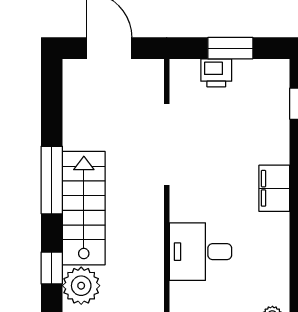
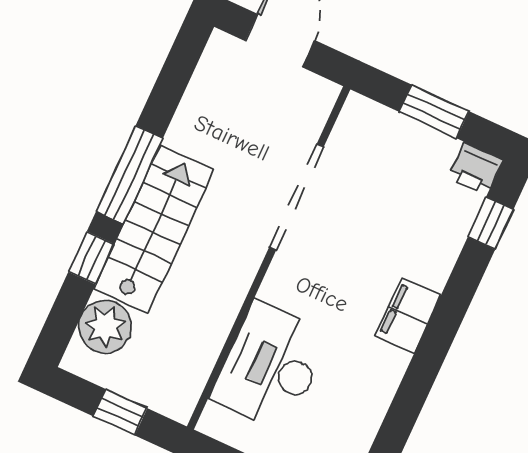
printer: (216, 73) -> (475, 169), moved
desk: (200, 252) -> (271, 367), width x1.37
window: (52, 268) -> (91, 258), moved

